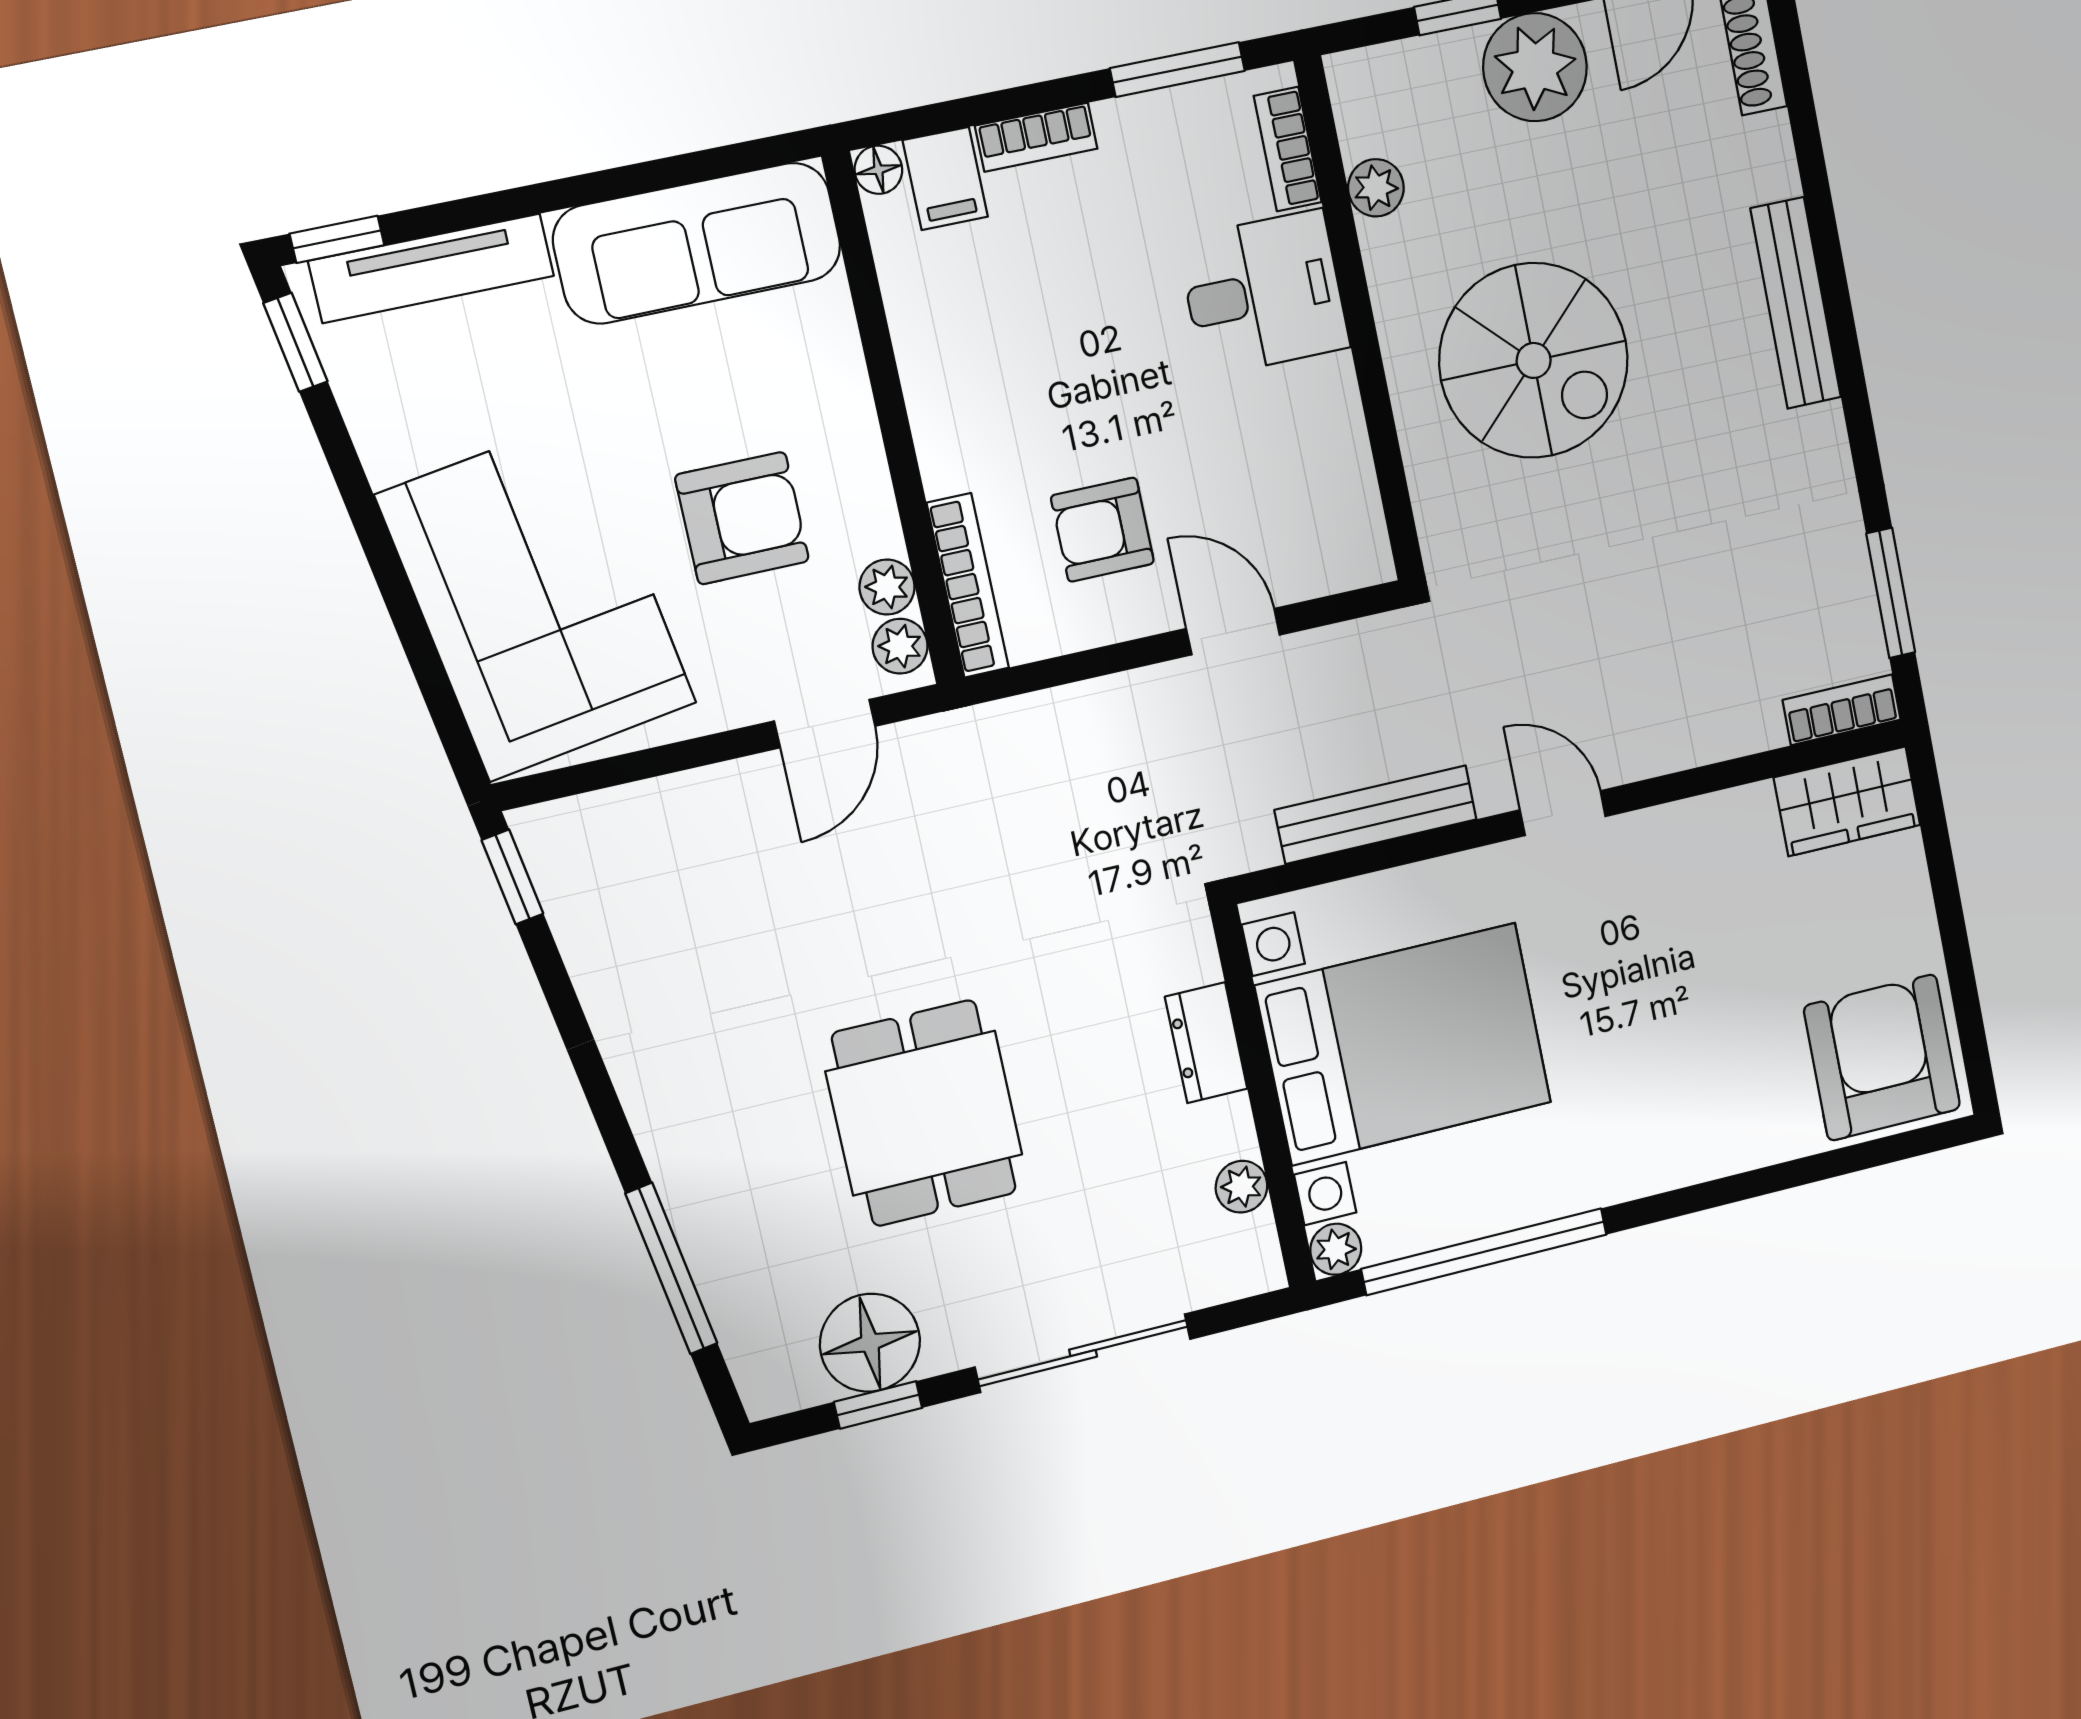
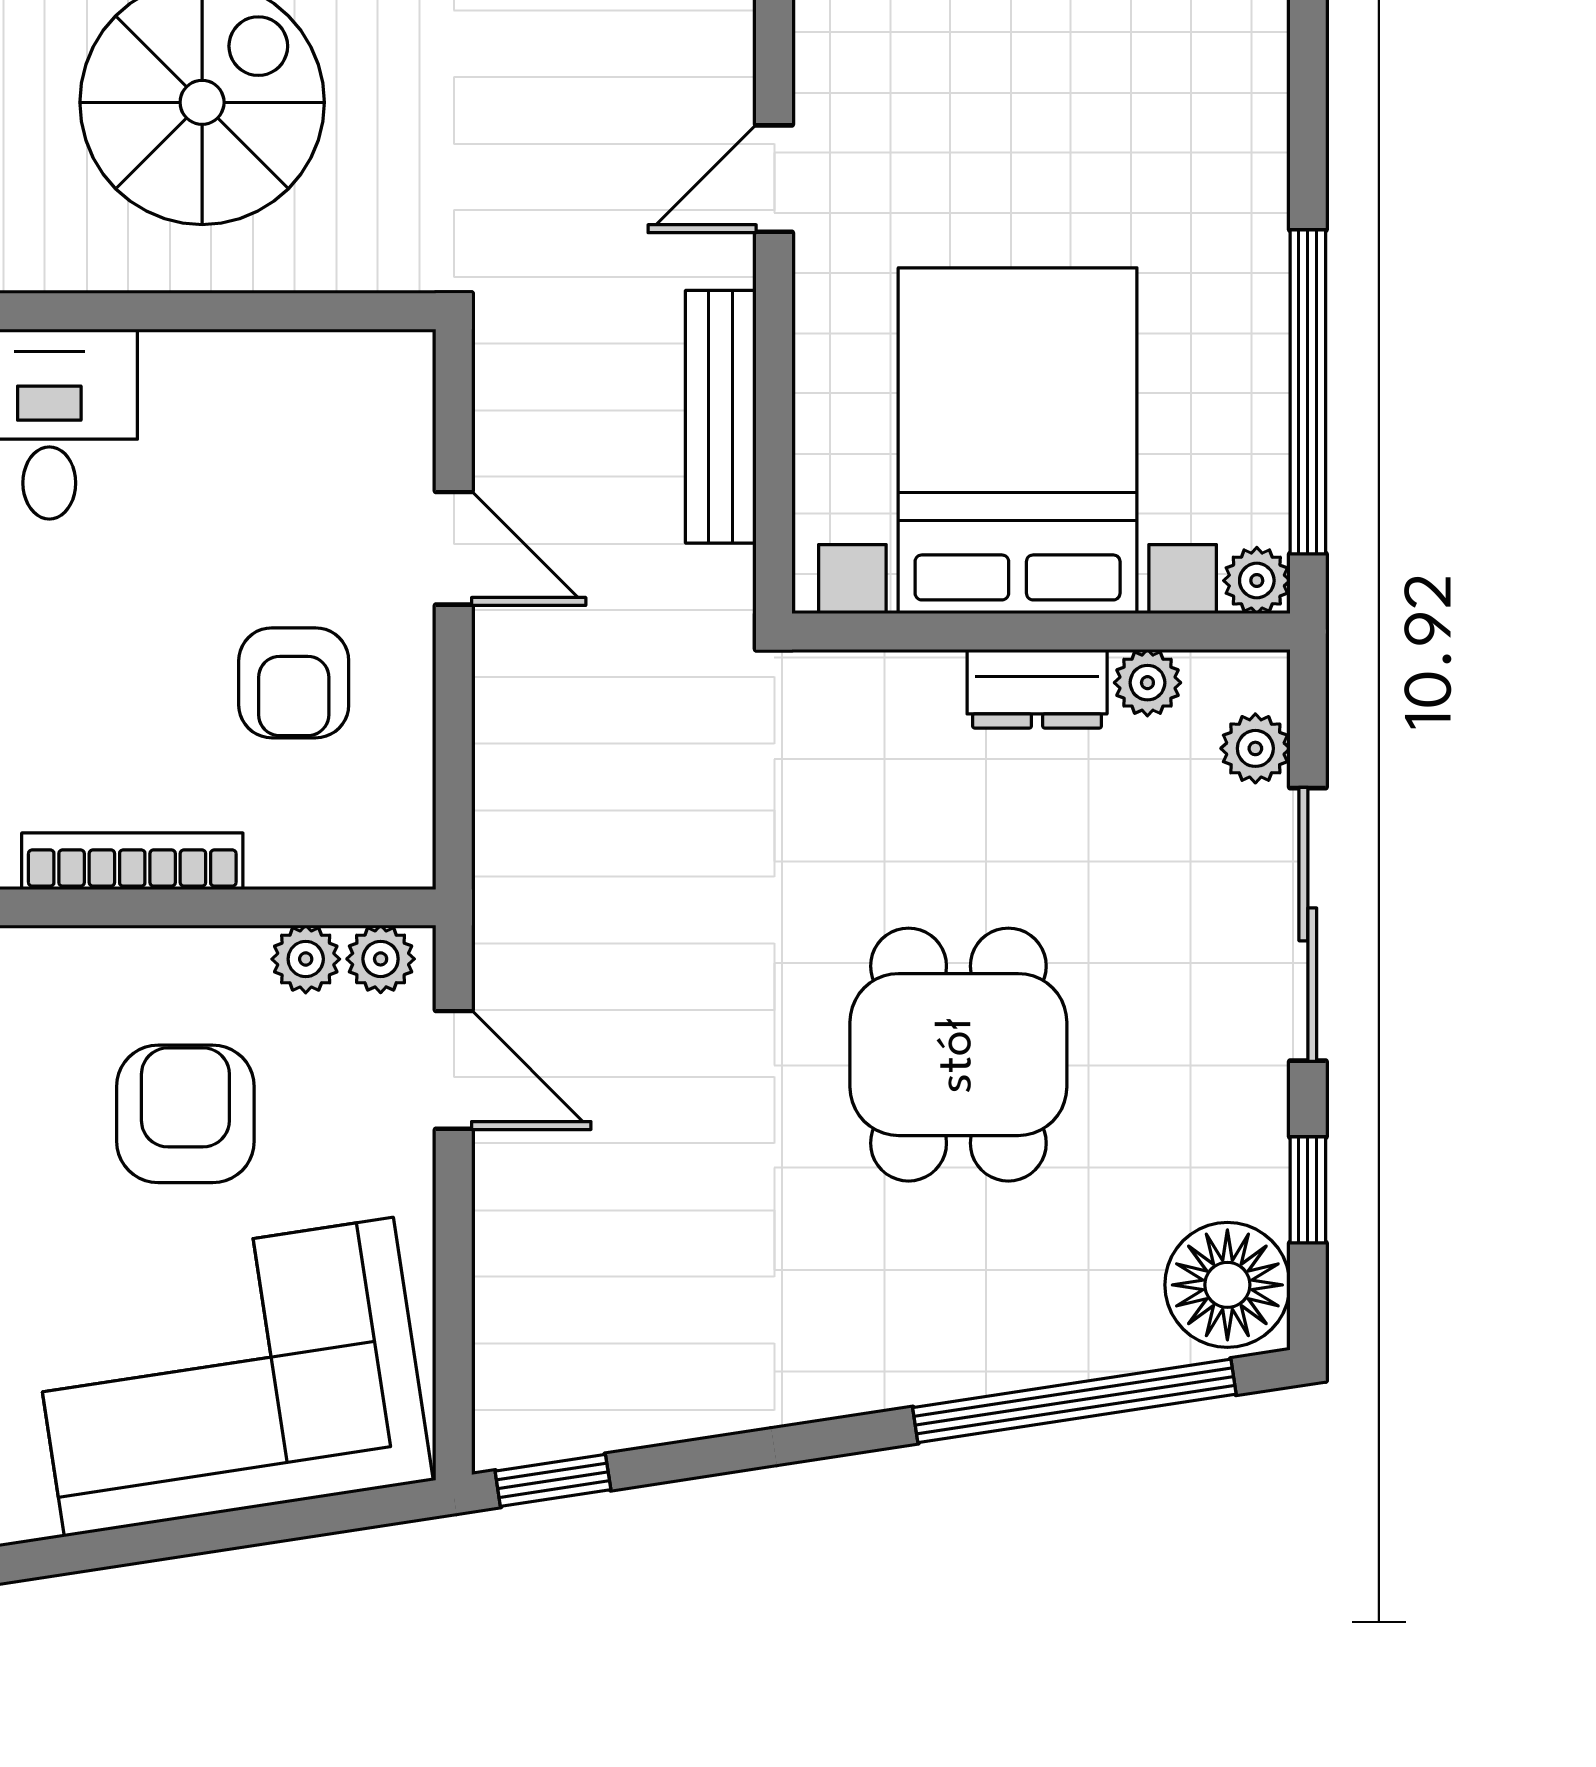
bookcase: (968, 585) -> (132, 861), moved
door: (1233, 632) -> (454, 548), swing flipped
dresser: (1206, 1043) -> (1037, 689), moved
dining table: (924, 1113) -> (958, 1055), turned 90
window: (671, 1269) -> (1074, 1401), width x1.46
plant: (1209, 1280) -> (1255, 748), added
floor lamp: (870, 1343) -> (1227, 1285), moved

